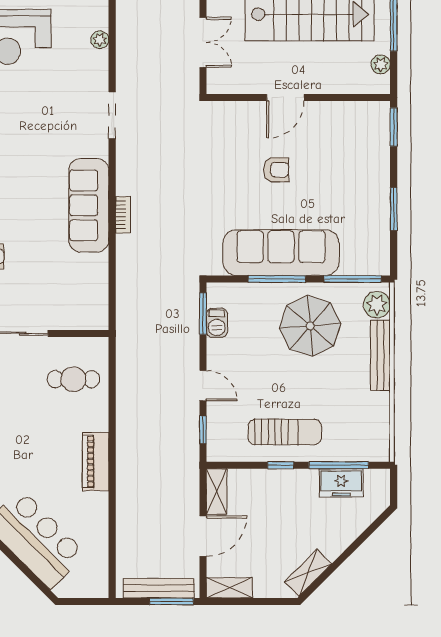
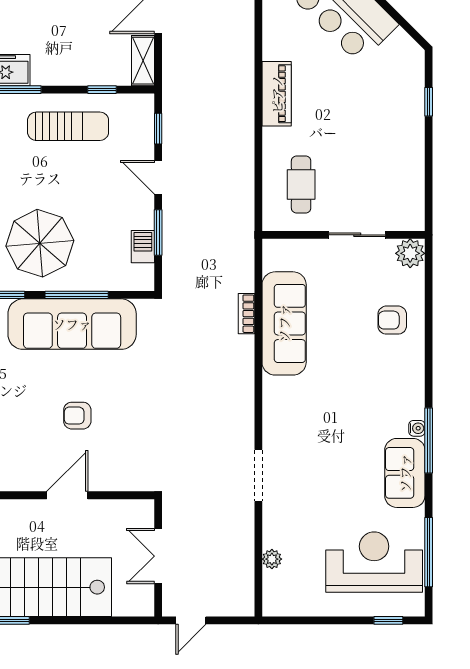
sofa: (89, 205) -> (284, 323), moved
bookcase: (123, 215) -> (246, 314), moved
window: (203, 314) -> (158, 233), moved
cafe table: (73, 379) -> (301, 184), turned 90
sun lounger: (285, 432) -> (68, 126), turned 180
window: (281, 465) -> (102, 90), moved

